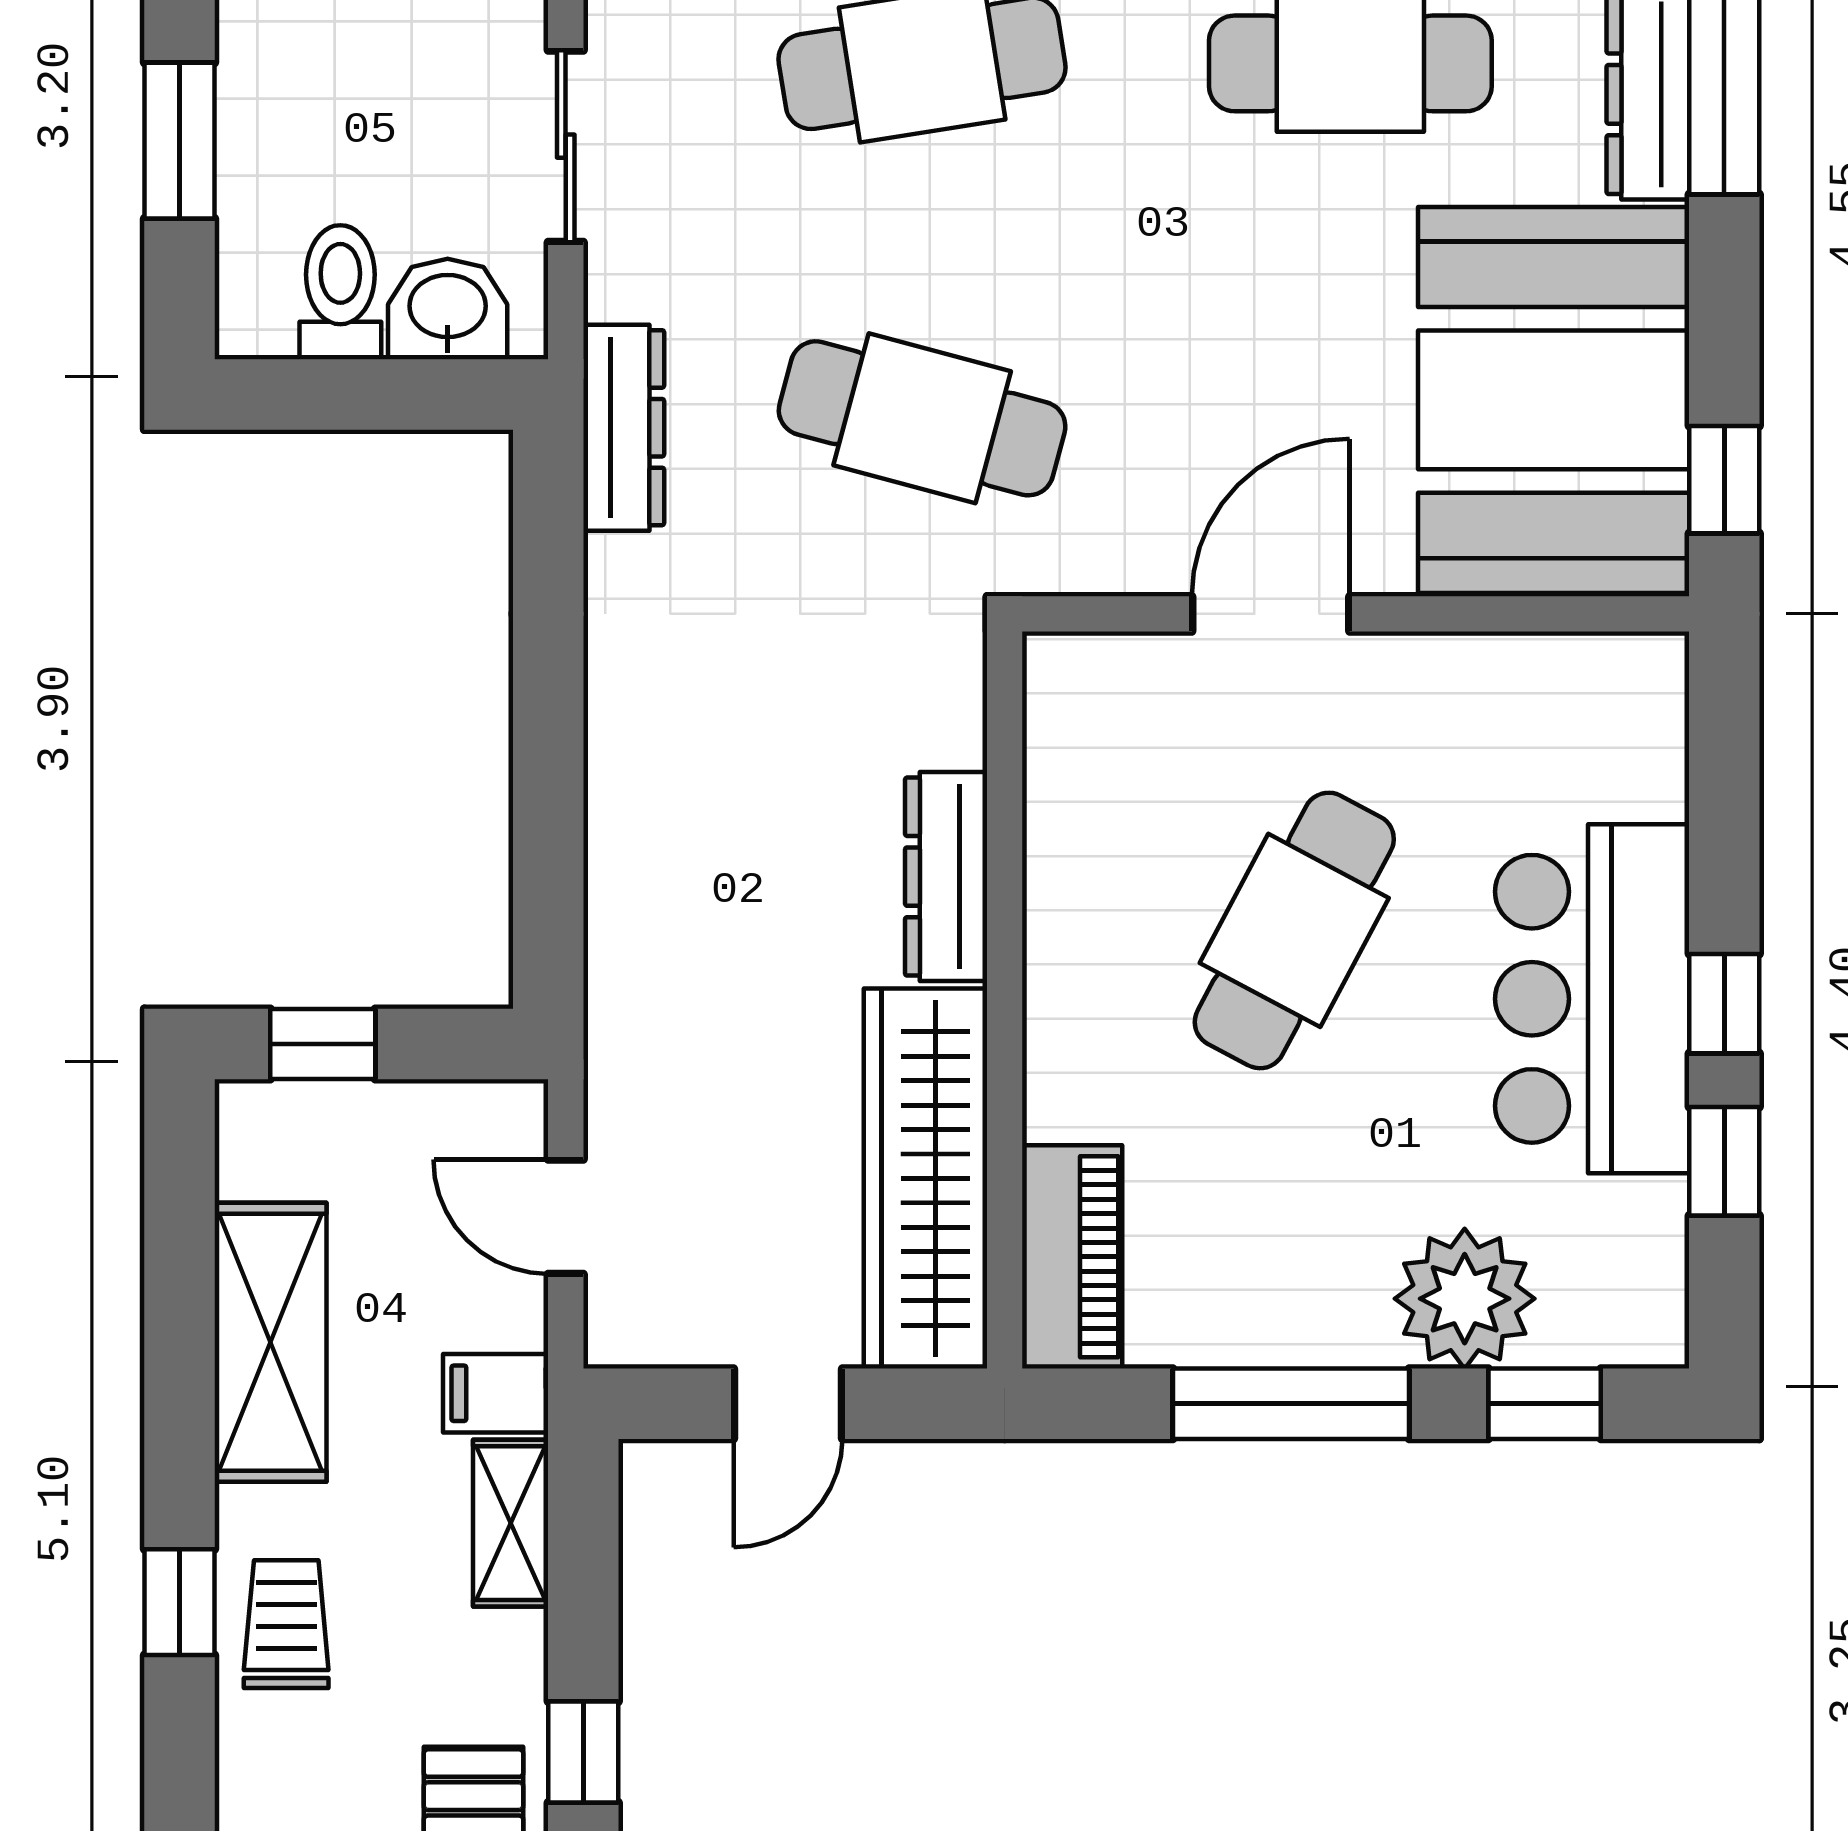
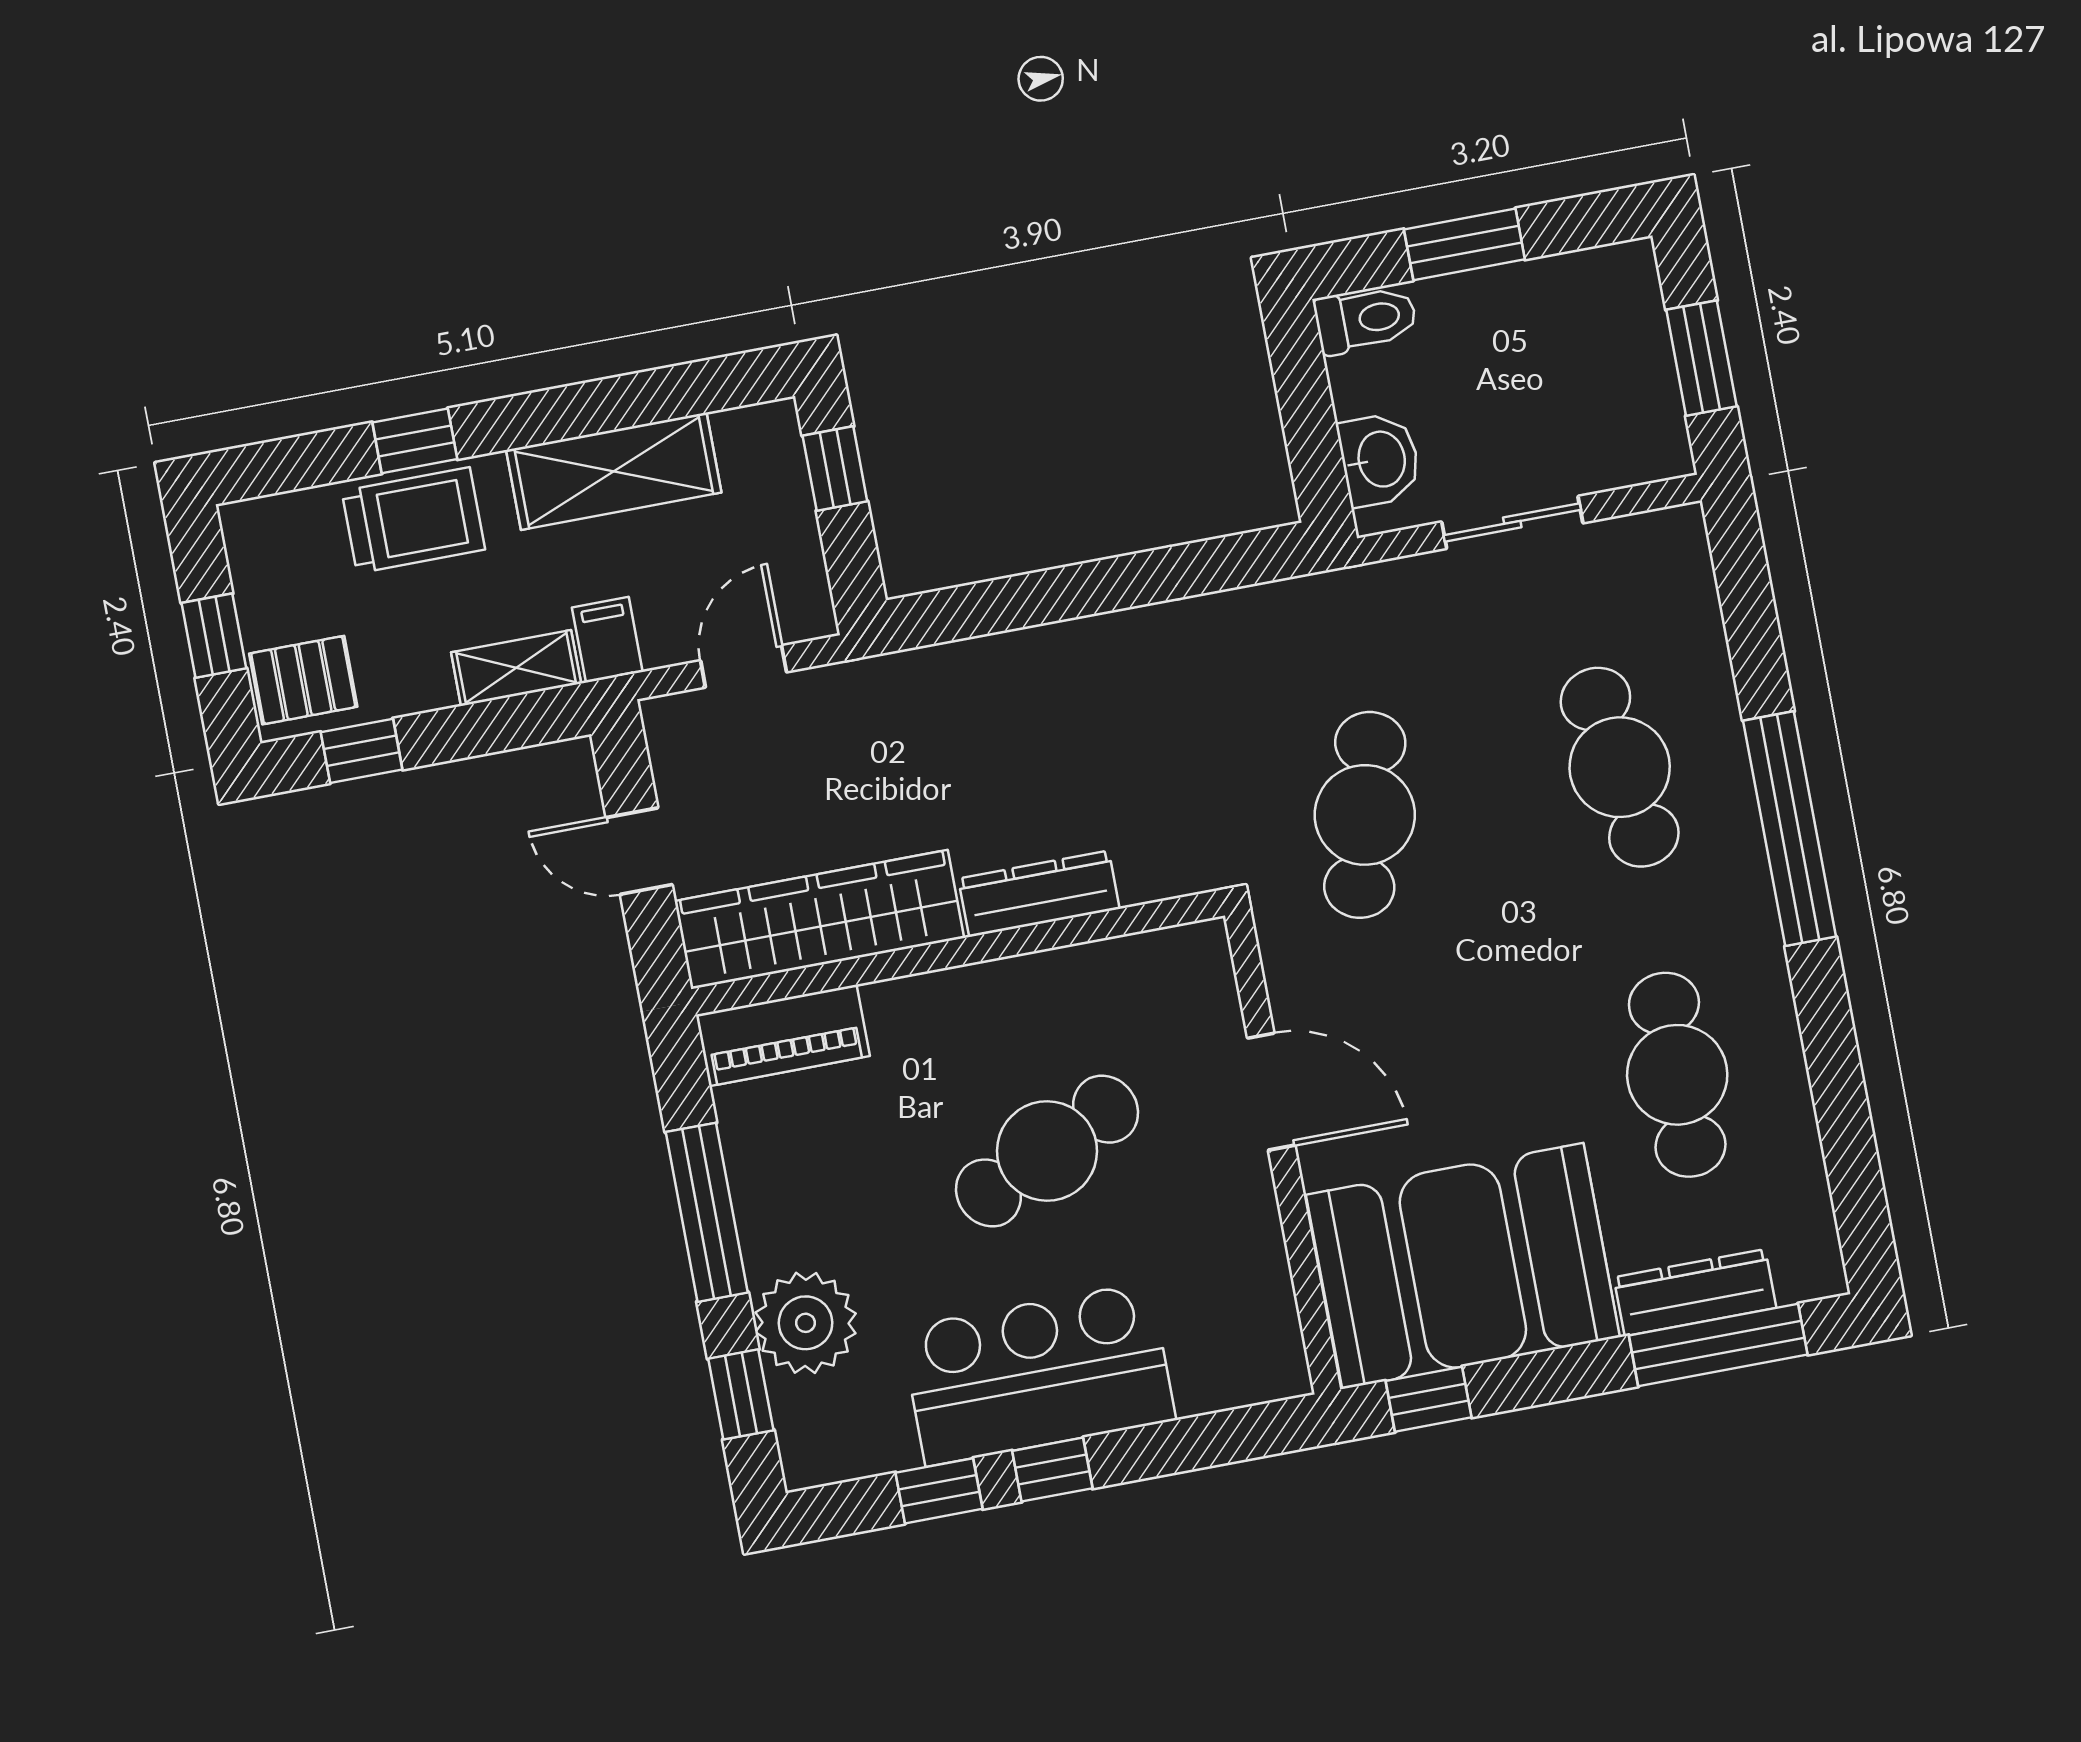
toilet: (340, 292) -> (1366, 319), moved
dresser: (624, 428) -> (1318, 602), removed
cafe table: (1294, 930) -> (1047, 1151), turned -53
trolley: (286, 1624) -> (413, 520), width x1.36, depth x1.39

